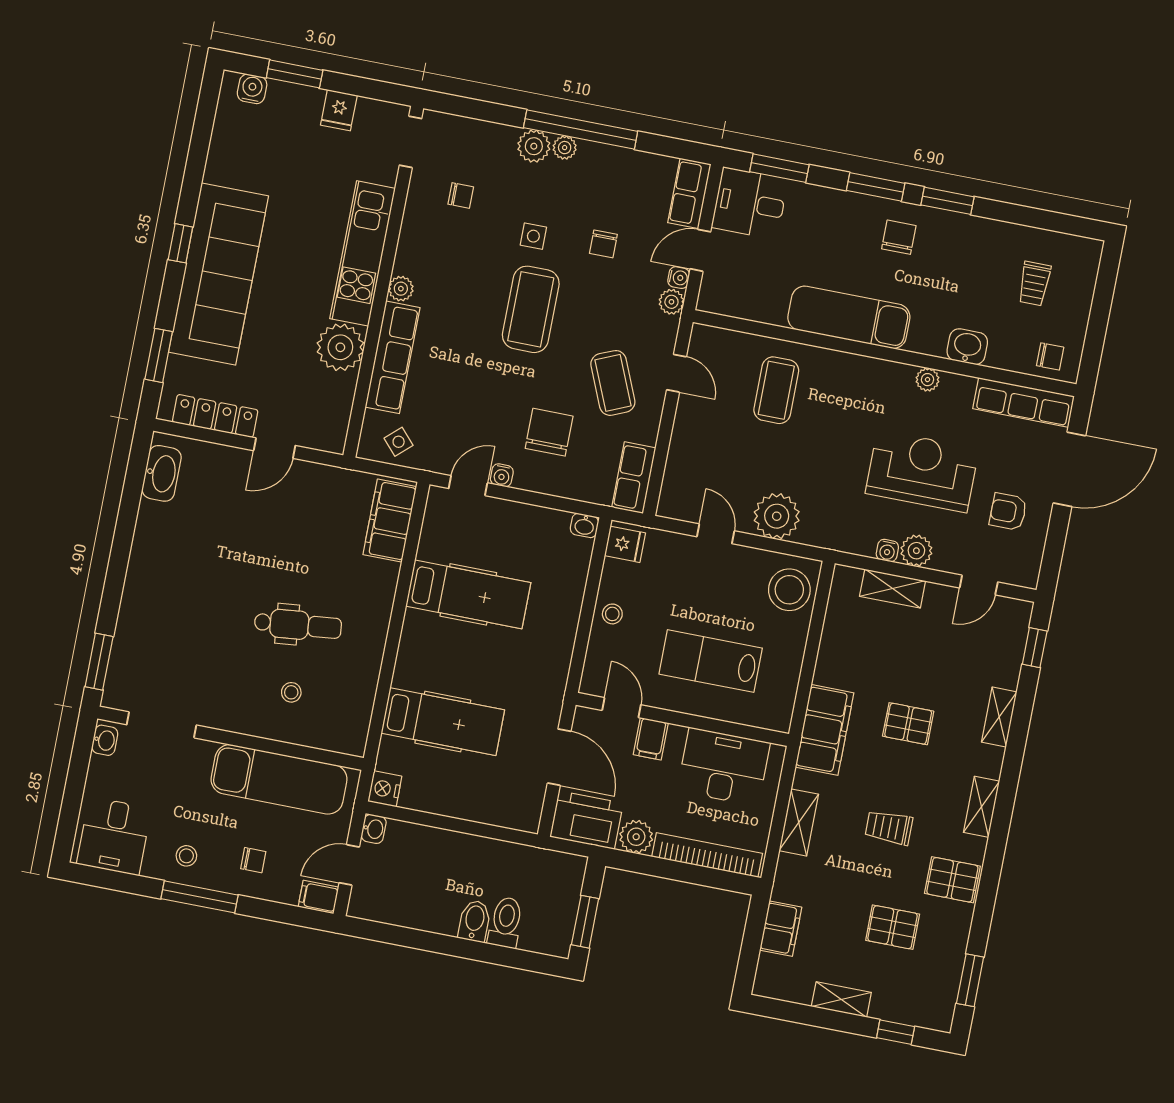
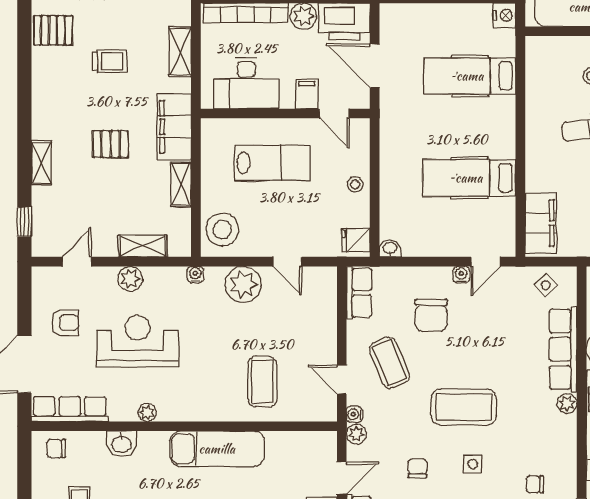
water cooler: (679, 278) -> (354, 414), moved
coffee table: (531, 309) -> (464, 407), turned 90
reception desk: (922, 471) -> (138, 341), turned 180
water cooler: (887, 550) -> (195, 275), moved
shelving: (981, 807) -> (181, 184), moved

